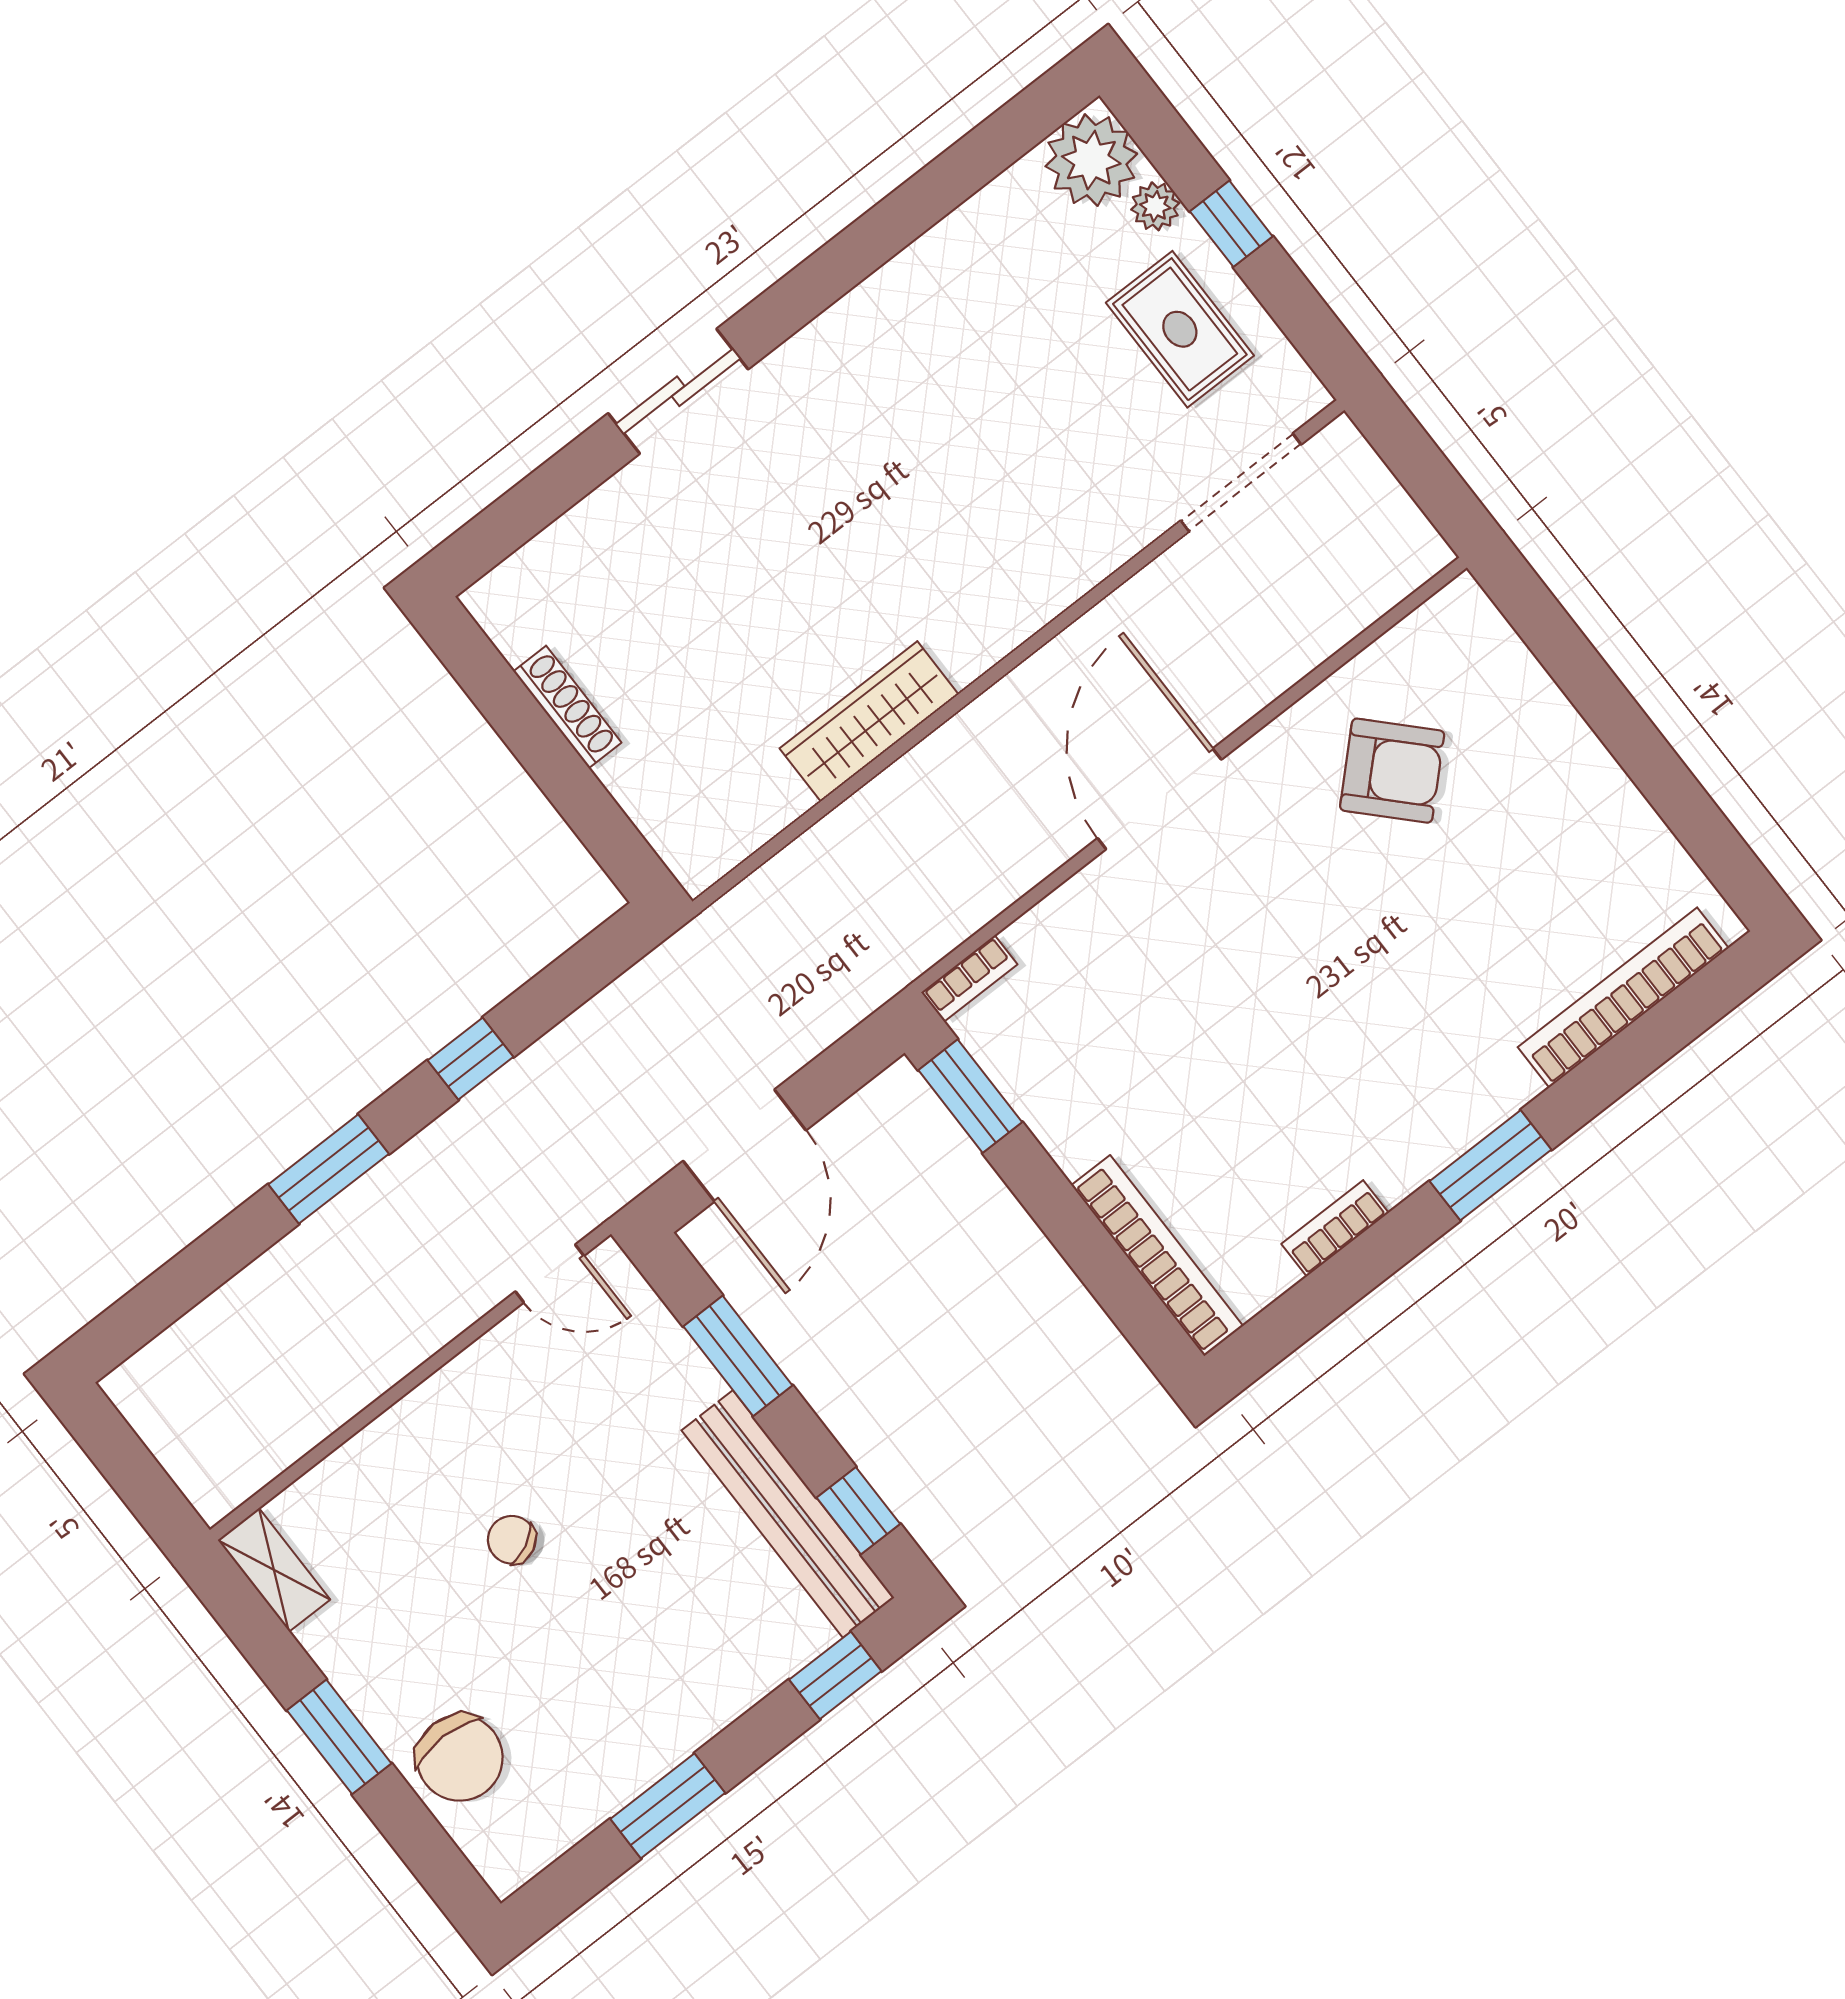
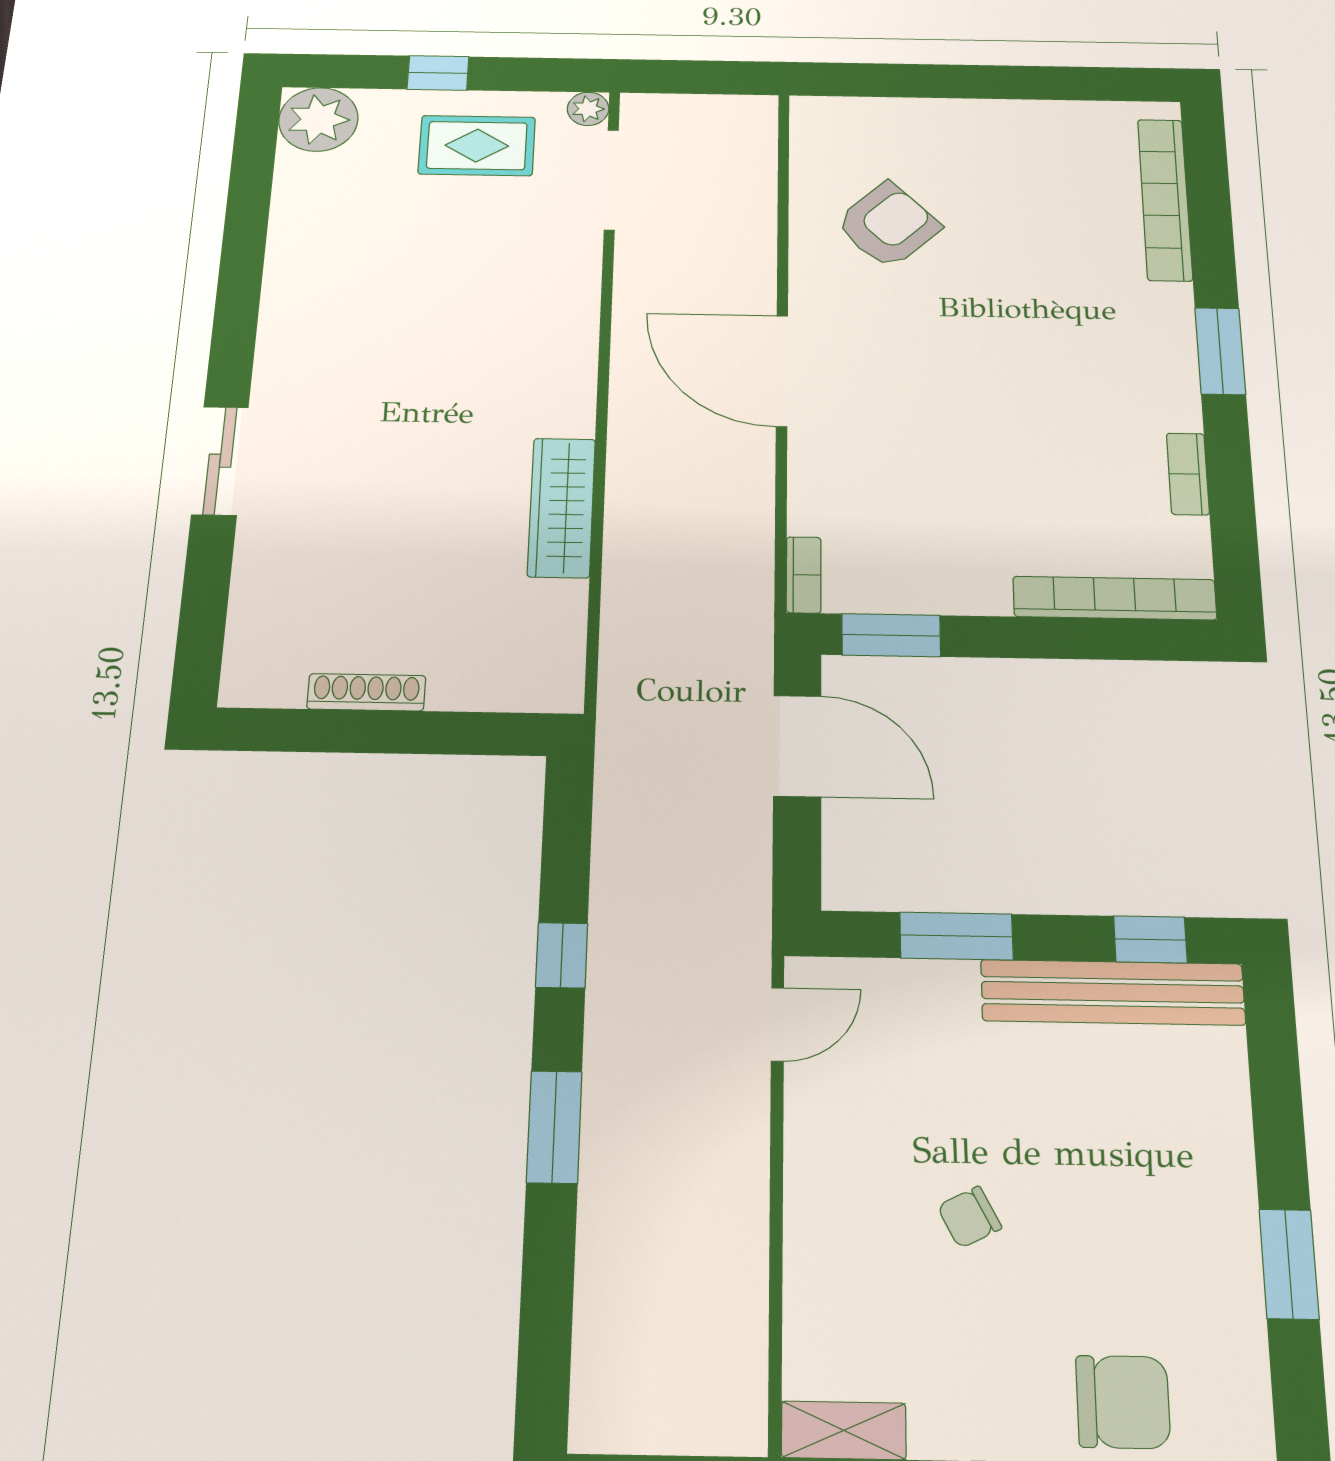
plant: (1155, 206) -> (588, 109), moved
door: (744, 1146) -> (797, 746), moved
window: (835, 1675) -> (1273, 1054), removed

